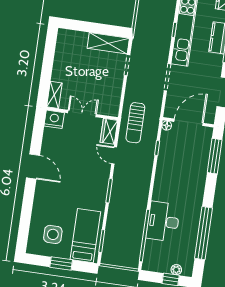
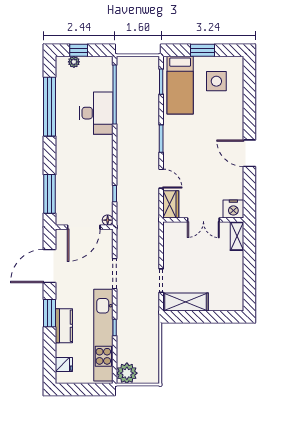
sun lounger: (135, 123) -> (143, 218), removed

